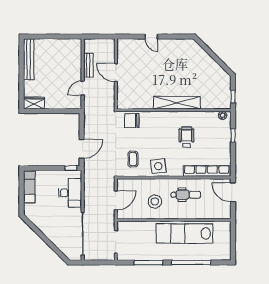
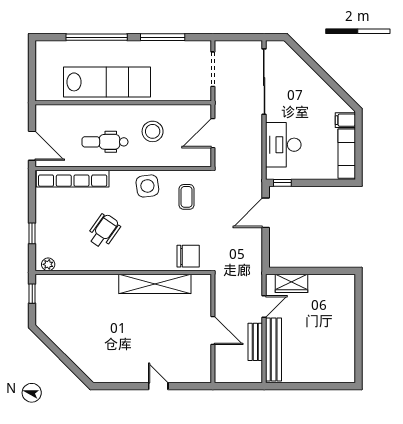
bench: (29, 59) -> (274, 349), moved
wardrobe: (34, 103) -> (292, 283), moved
shelving: (177, 103) -> (155, 284), moved
wheelchair: (187, 137) -> (104, 231), turned -145
filing cabinet: (30, 209) -> (345, 120), added

